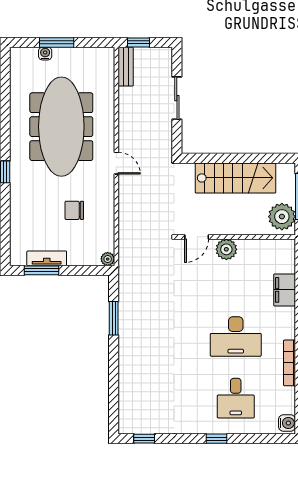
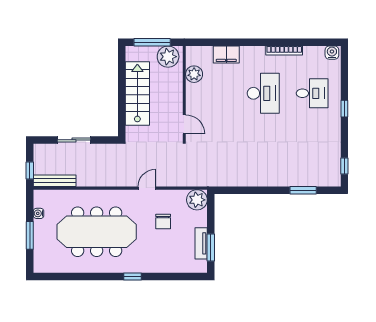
water cooler: (45, 54) -> (39, 213), moved
bench: (126, 67) -> (55, 181), width x1.36
door: (116, 163) -> (147, 188), moved
plant: (226, 249) -> (194, 74), moved
plant: (108, 259) -> (197, 200), width x1.88, depth x1.88
window: (114, 318) -> (303, 190), moved

